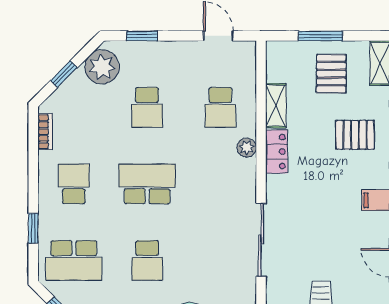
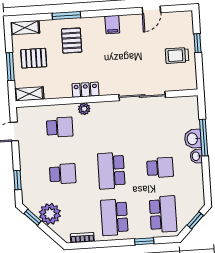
plant: (102, 67) -> (50, 214), moved
window: (64, 74) -> (33, 217), moved
shelving: (276, 106) -> (29, 94), moved
school desk: (74, 184) -> (114, 217), width x1.85

